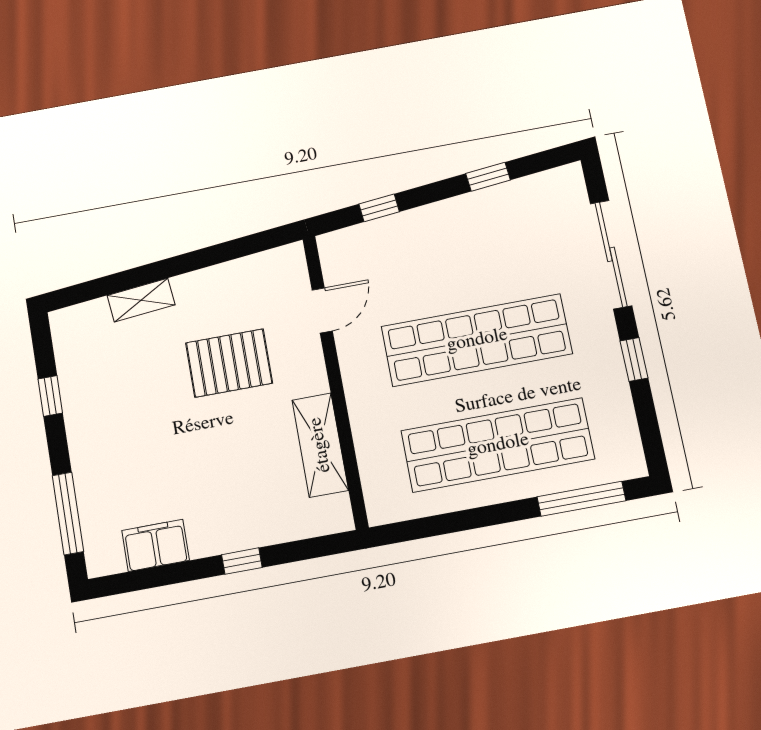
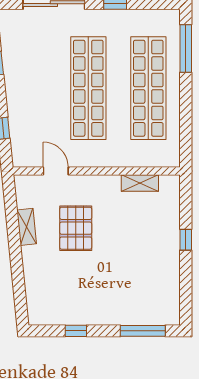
shelving: (141, 300) -> (27, 227), moved
shelving: (320, 445) -> (140, 183), width x0.67, depth x0.75
filing cabinet: (156, 545) -> (169, 286), removed

